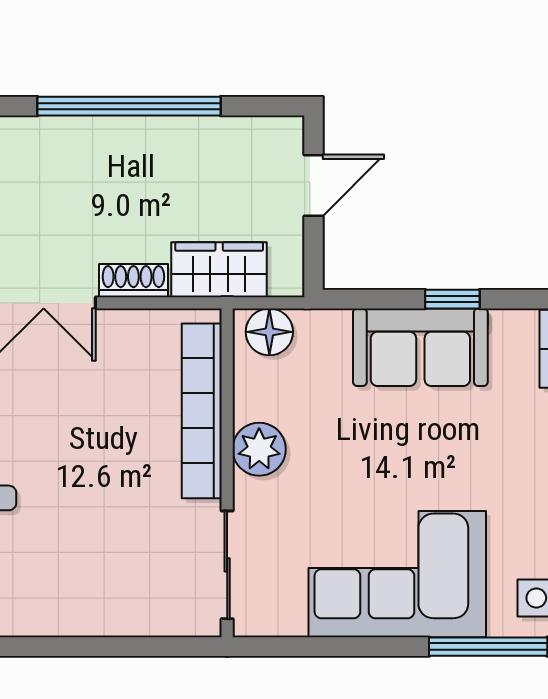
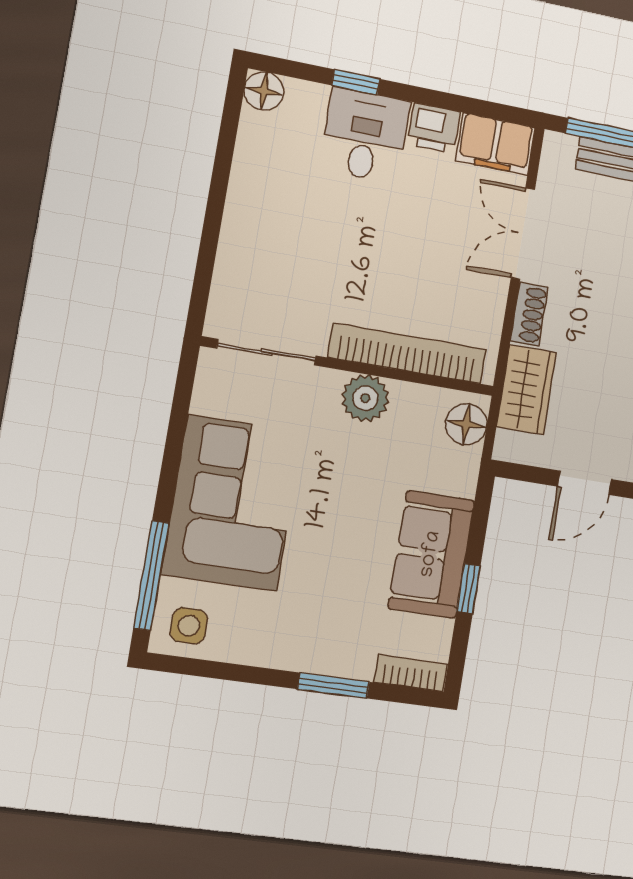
door: (313, 185) -> (584, 483), hinge flipped

